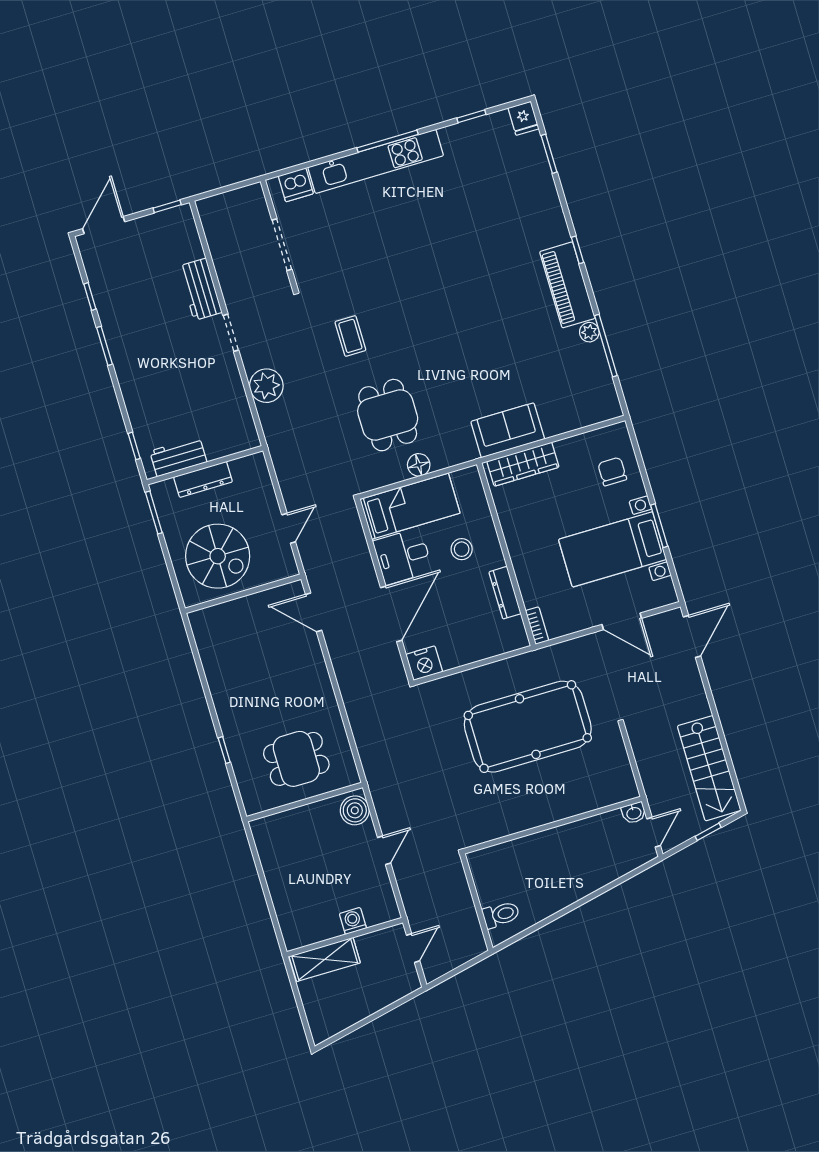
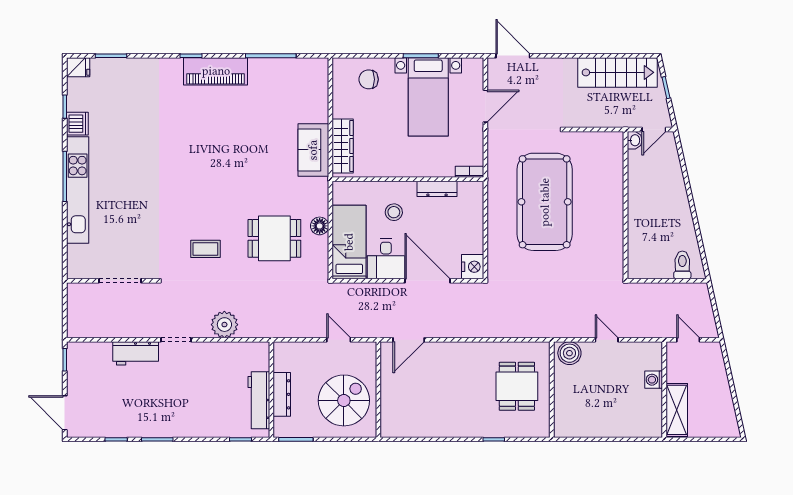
dishwasher: (296, 185) -> (77, 124), moved
plant: (589, 332) -> (257, 65), removed
workbench: (178, 457) -> (259, 400), width x1.38
door: (654, 832) -> (654, 129), swing flipped

